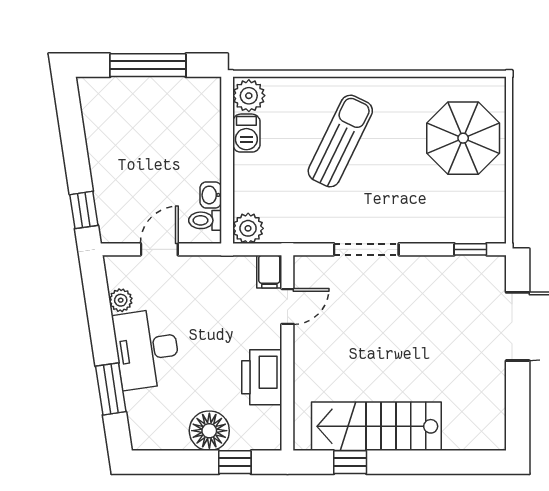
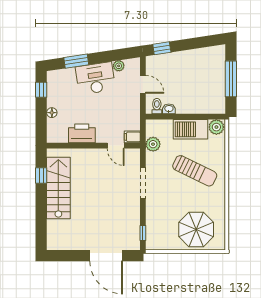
barbecue: (246, 133) -> (190, 129), width x1.88, depth x1.53
plant: (248, 228) -> (153, 144), moved
floor lamp: (209, 431) -> (52, 113), width x0.53, depth x0.53
window: (235, 462) -> (41, 90), moved

